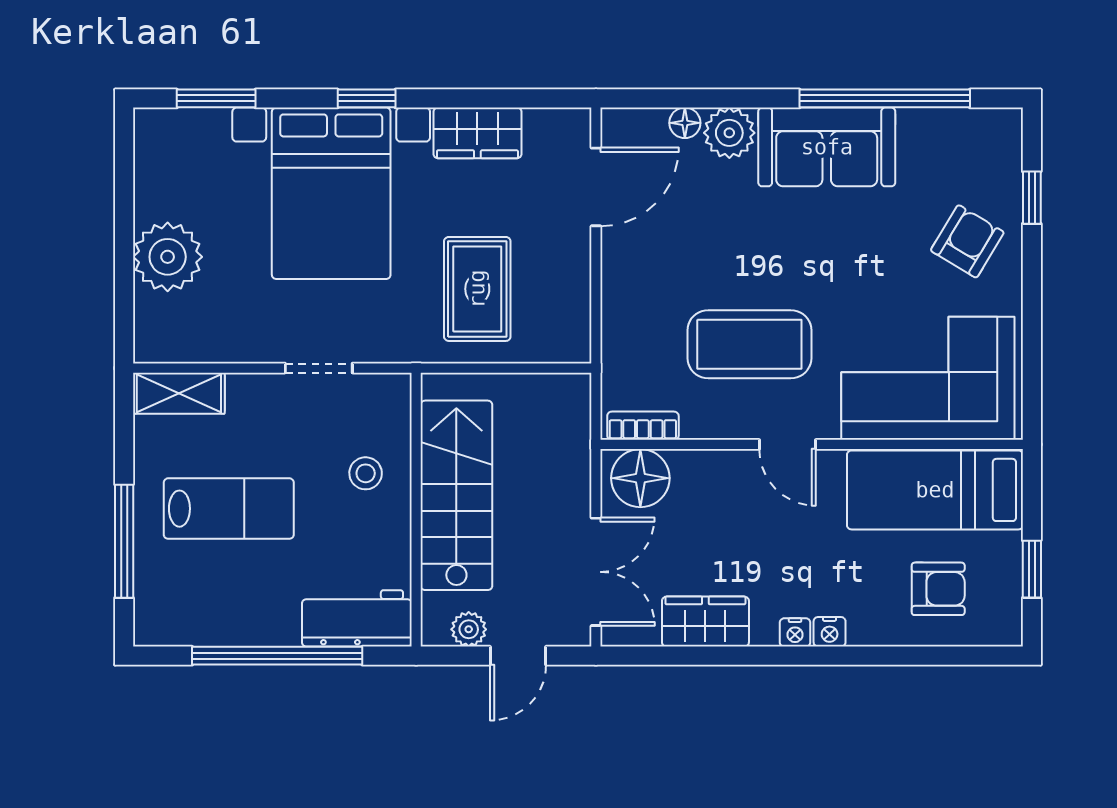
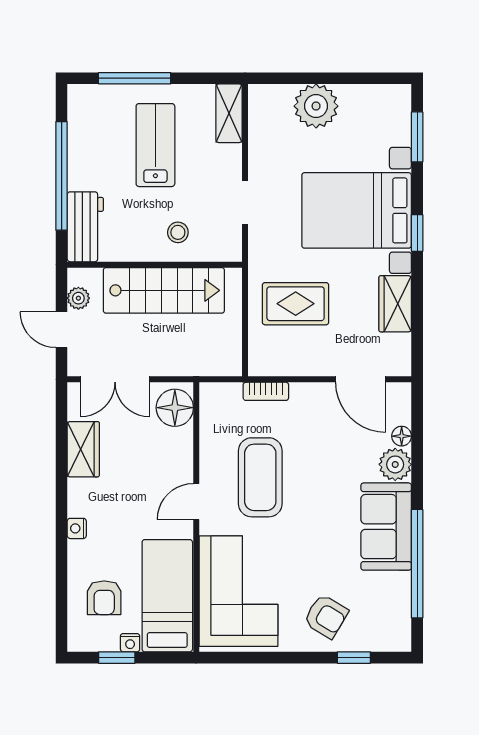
bookcase: (643, 426) -> (266, 391), moved, turned 90
lab bench: (229, 509) -> (155, 145), turned 180
nightstand: (795, 632) -> (130, 643), moved, turned -90

